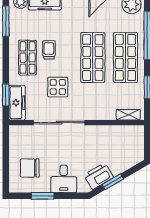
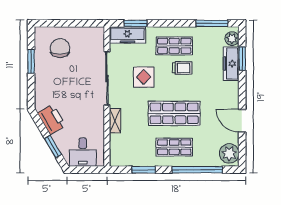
shop shelf: (125, 58) -> (174, 147), width x0.70, depth x0.74
shelving: (128, 115) -> (115, 121), moved
desk: (64, 179) -> (83, 152), moved, turned -90
window: (113, 182) -> (53, 146), moved

